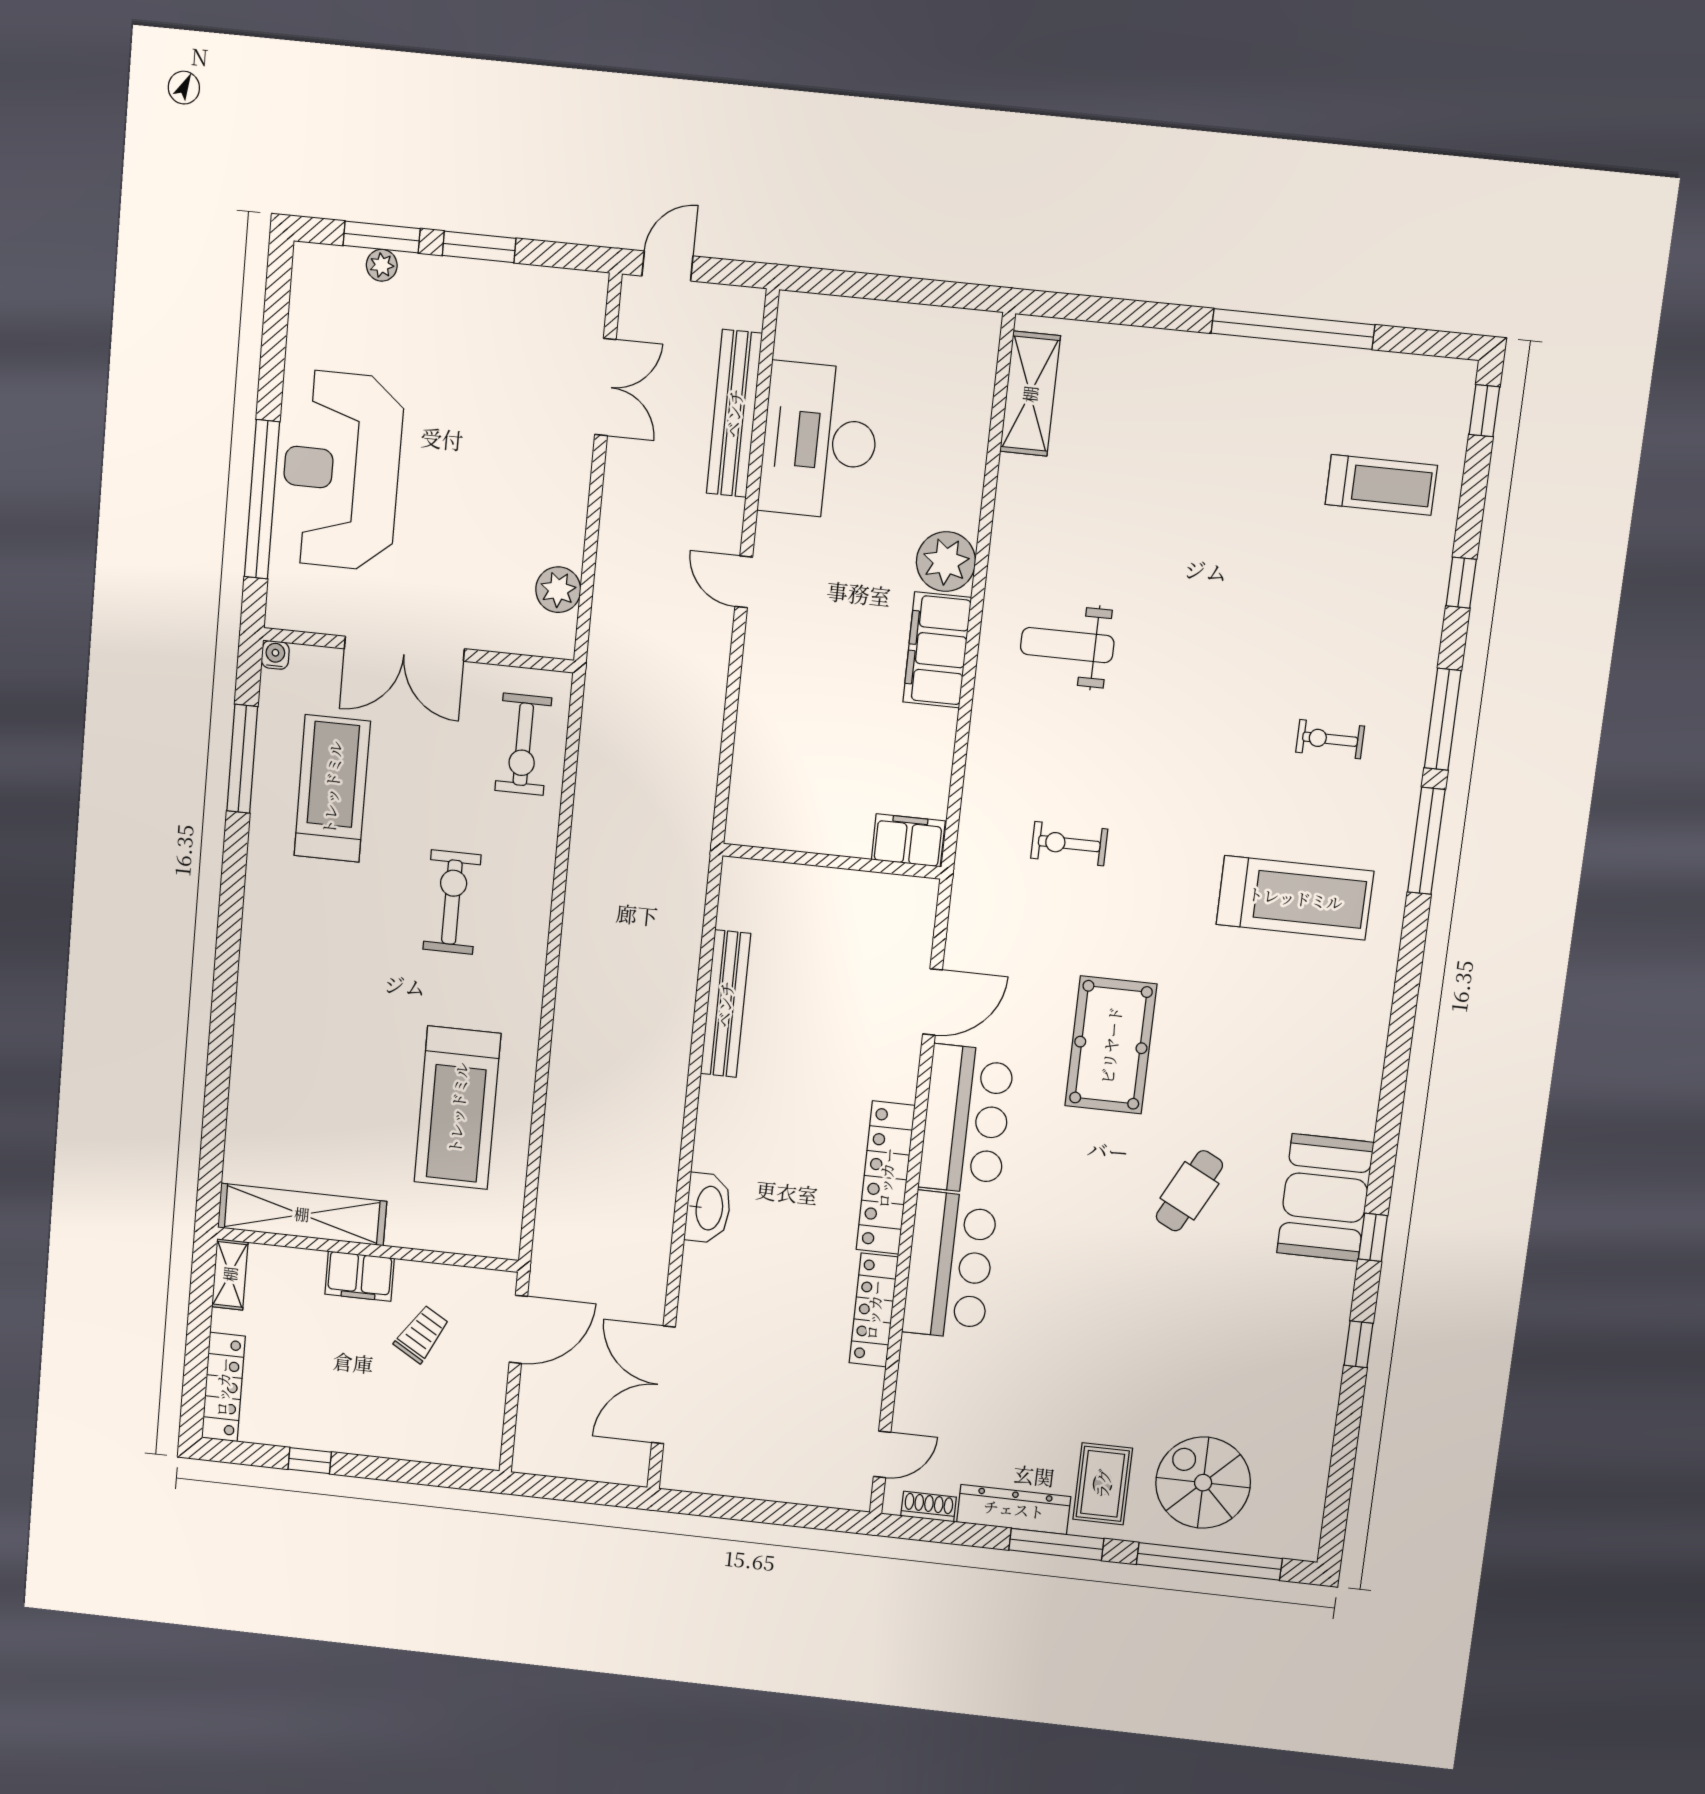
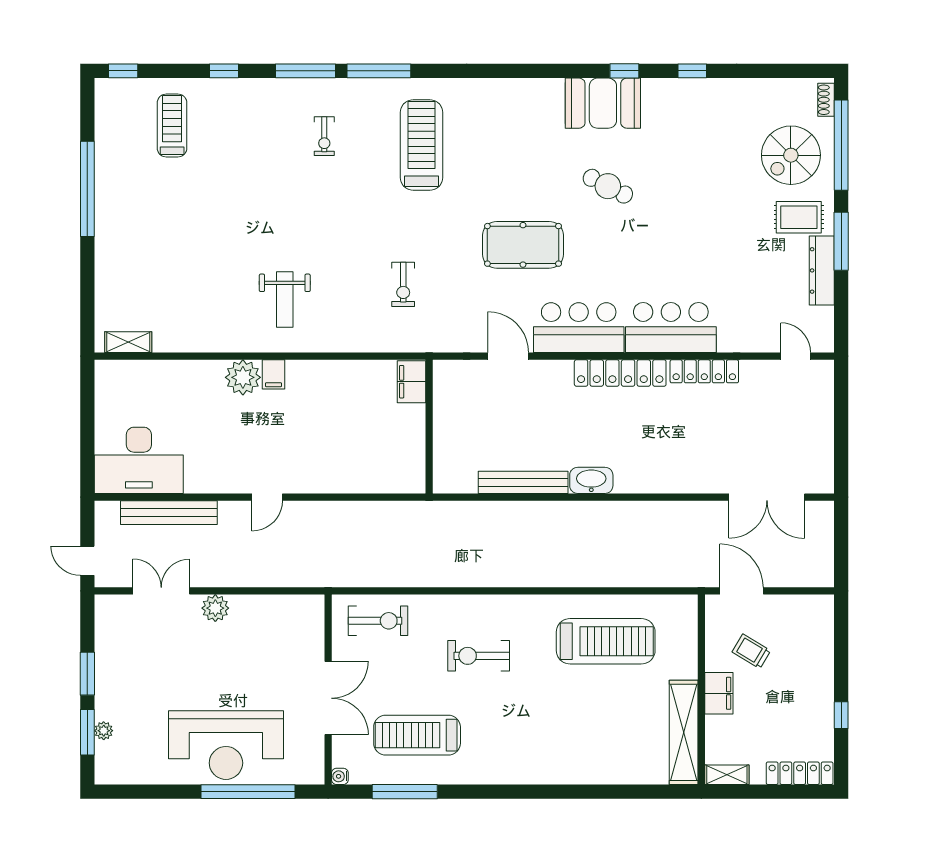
shelving: (1030, 394) -> (128, 342), width x0.67, depth x0.75
desk: (819, 441) -> (139, 460), moved
plant: (558, 590) -> (215, 608), moved
filing cabinet: (937, 650) -> (274, 374), width x0.33, depth x0.86
washbasin: (708, 1208) -> (591, 480), moved
shoe rack: (929, 1507) -> (826, 100), moved

